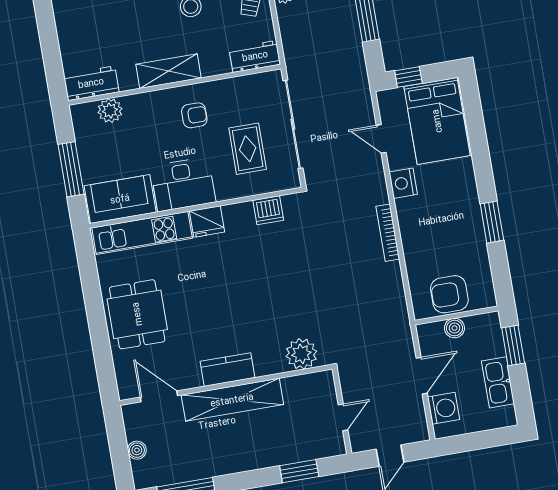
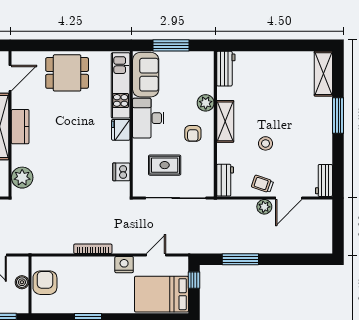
plant: (110, 111) -> (206, 103), moved

